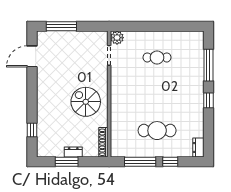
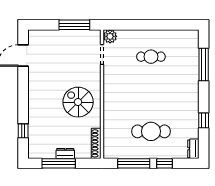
window: (61, 26) -> (74, 25), moved
window: (208, 100) -> (204, 120), moved
window: (67, 162) -> (59, 163), width x1.44

